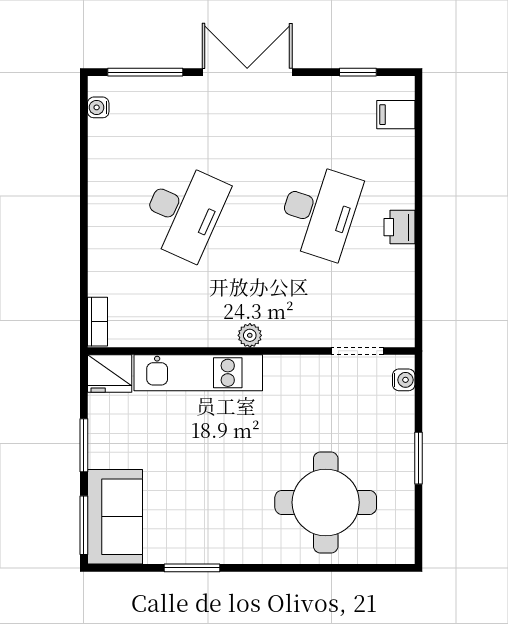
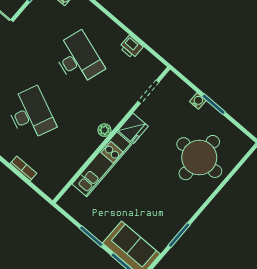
printer: (399, 227) -> (131, 47), moved
bookcase: (97, 322) -> (23, 168), moved
fridge: (110, 374) -> (133, 128), moved
water cooler: (404, 380) -> (198, 101), moved

